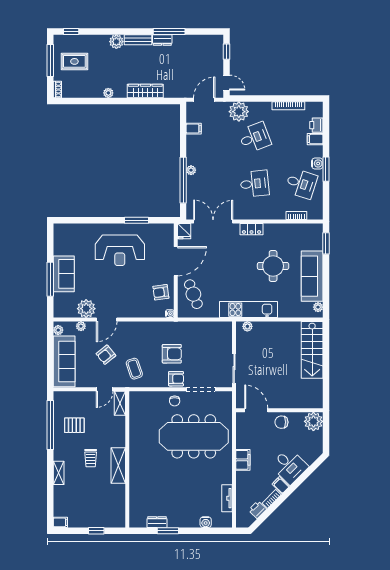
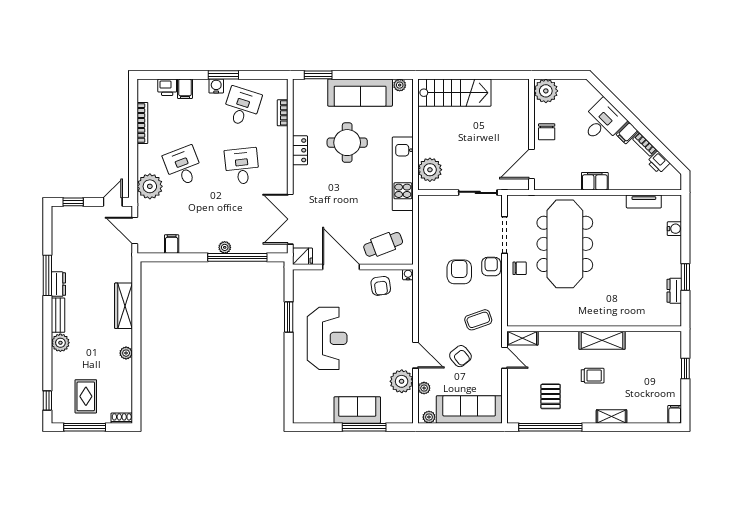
locker: (252, 229) -> (300, 150), moved
plant: (247, 326) -> (430, 170), width x1.88, depth x1.88

